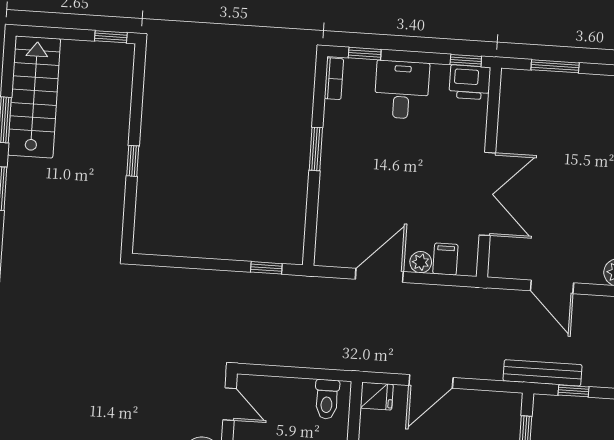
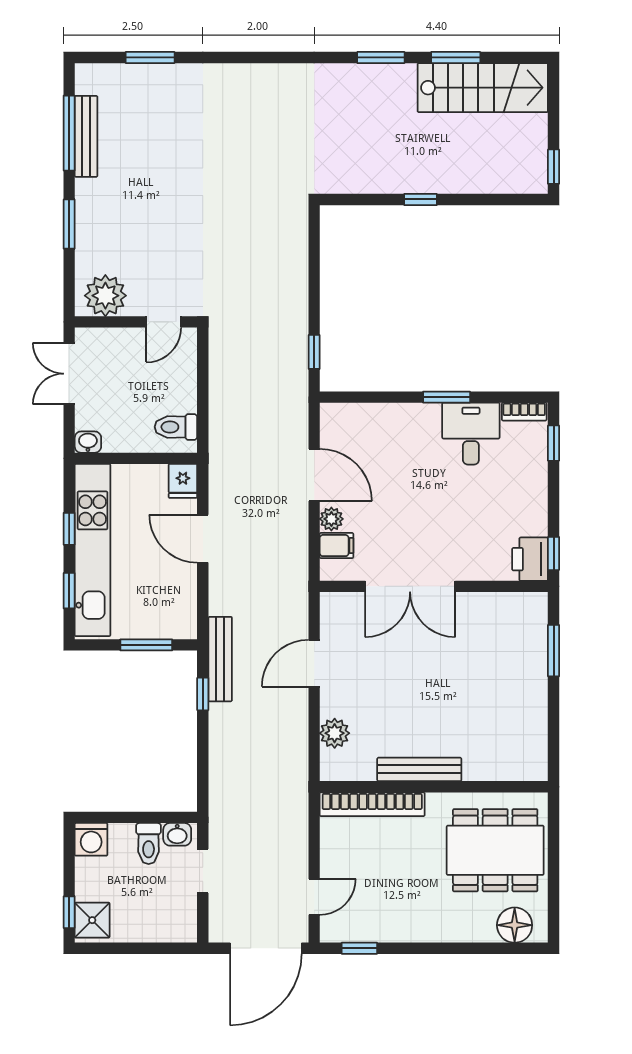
desk: (402, 90) -> (471, 434), moved, turned -90

